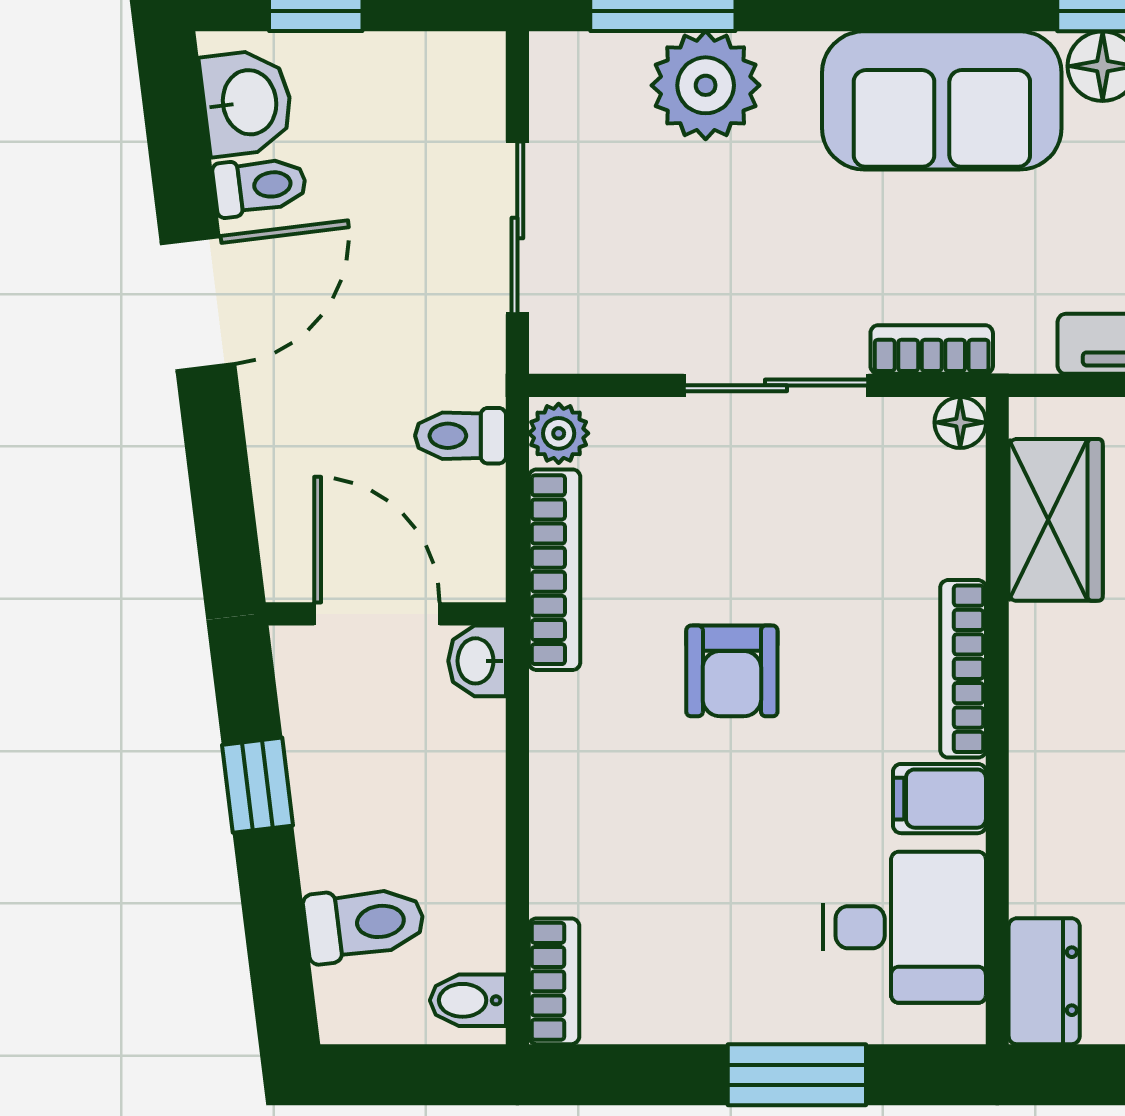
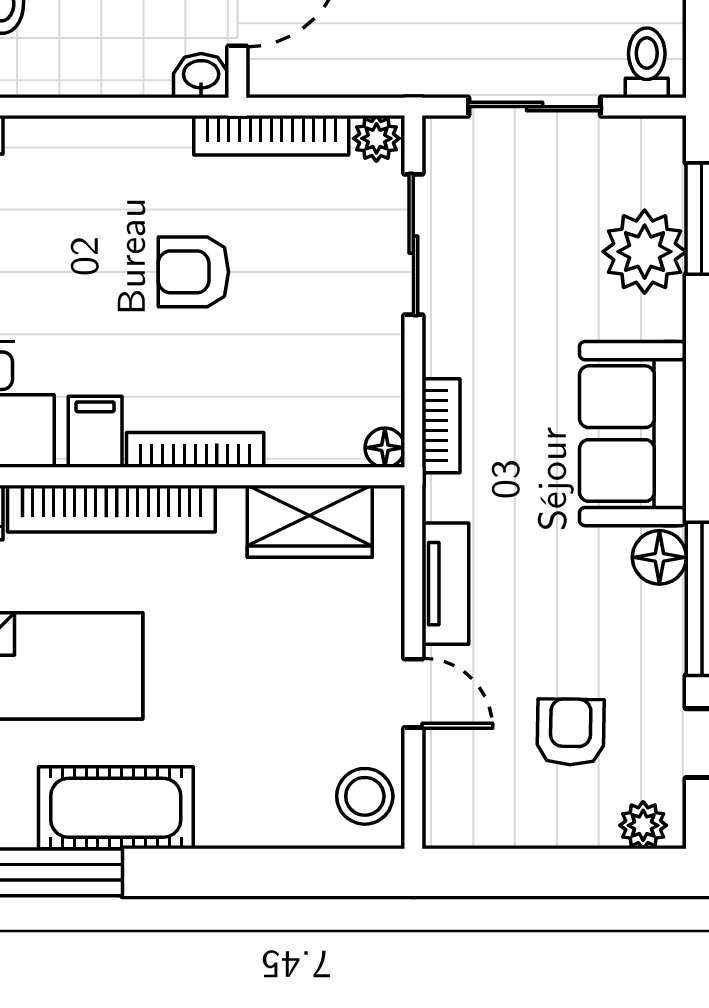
sliding door: (776, 385) -> (413, 245), moved
toilet: (461, 436) -> (647, 63), moved
bookcase: (1039, 777) -> (111, 509), added

